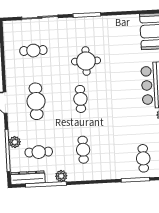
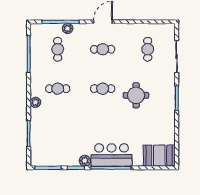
cafe table: (36, 101) -> (103, 49), width x0.73, depth x0.74
cafe table: (143, 158) -> (47, 141), removed
plant: (61, 176) -> (35, 102), moved
dresser: (28, 178) -> (36, 38), removed

